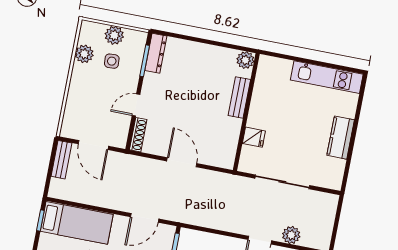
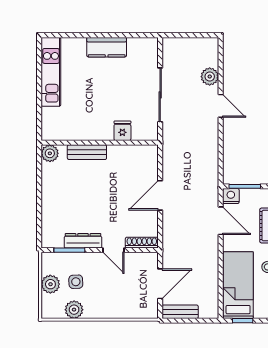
dresser: (156, 53) -> (83, 241), moved
nightstand: (167, 233) -> (231, 196), added

